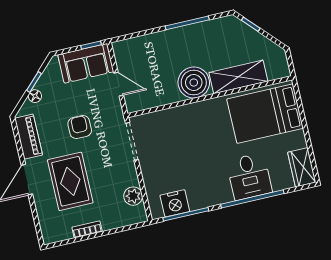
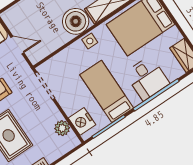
side table: (201, 111) -> (90, 41), added
bed: (199, 174) -> (107, 91), added
nightstand: (175, 203) -> (82, 121), moved, turned 90

